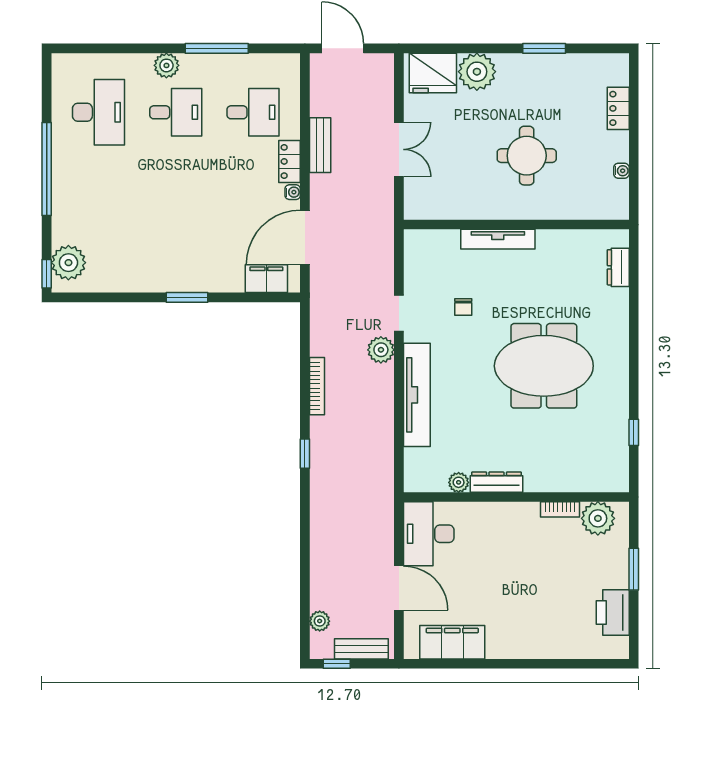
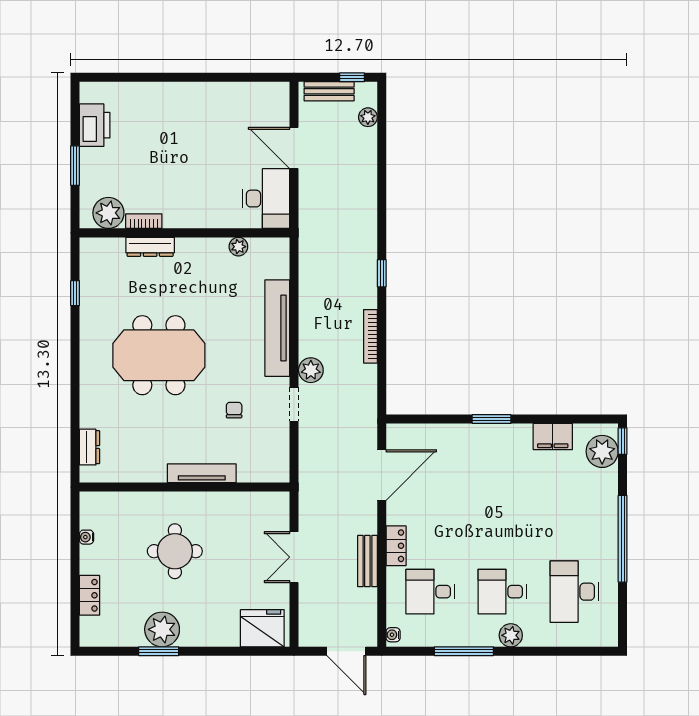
plant: (477, 72) -> (162, 629), moved
water cooler: (293, 192) -> (393, 635), moved
filing cabinet: (266, 279) -> (553, 437), moved
dresser: (496, 482) -> (150, 247), moved
filing cabinet: (452, 642) -> (244, 97), removed

